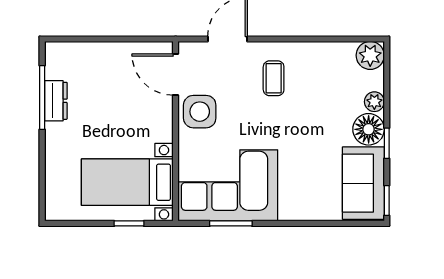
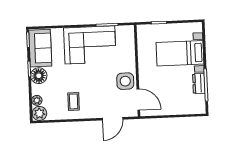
coffee table: (274, 78) -> (74, 101), moved
plant: (374, 102) -> (37, 100), moved
bed with nightstands: (127, 182) -> (180, 53), moved, turned 180
corner sofa: (228, 185) -> (90, 45), moved

